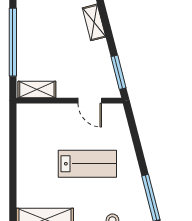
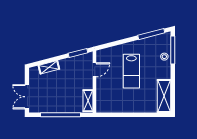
lab bench: (87, 164) -> (131, 71), turned 180

